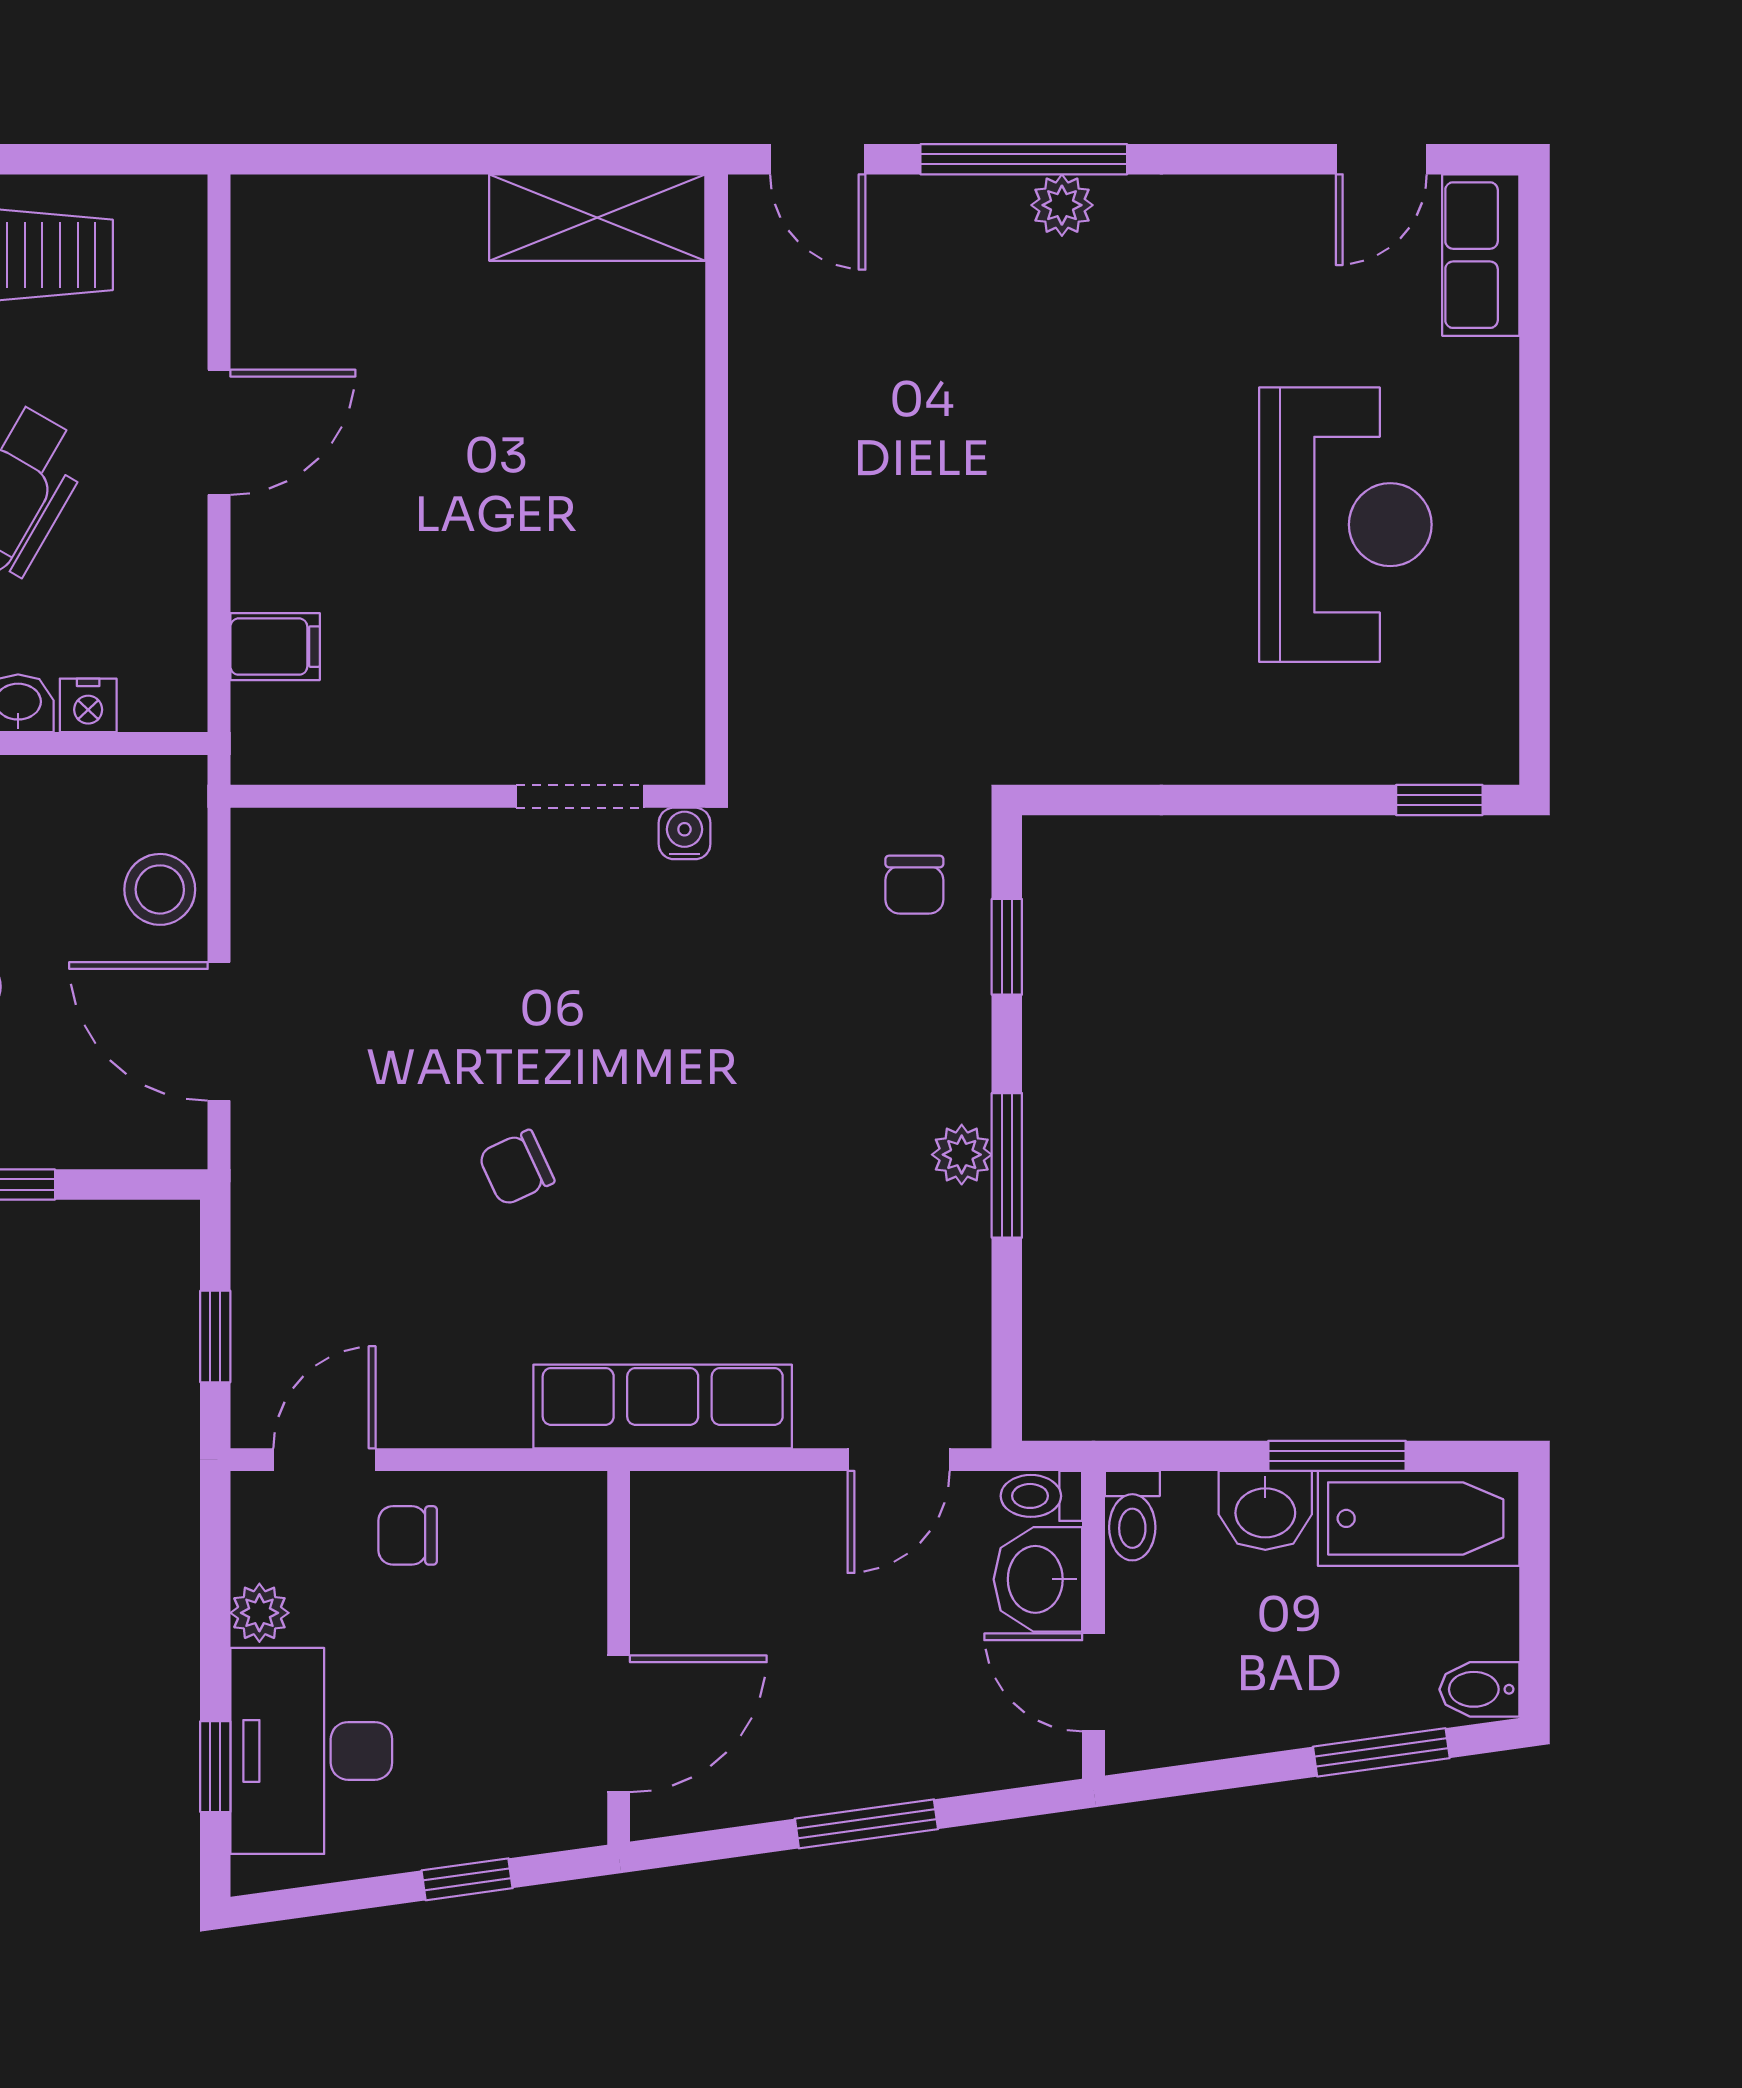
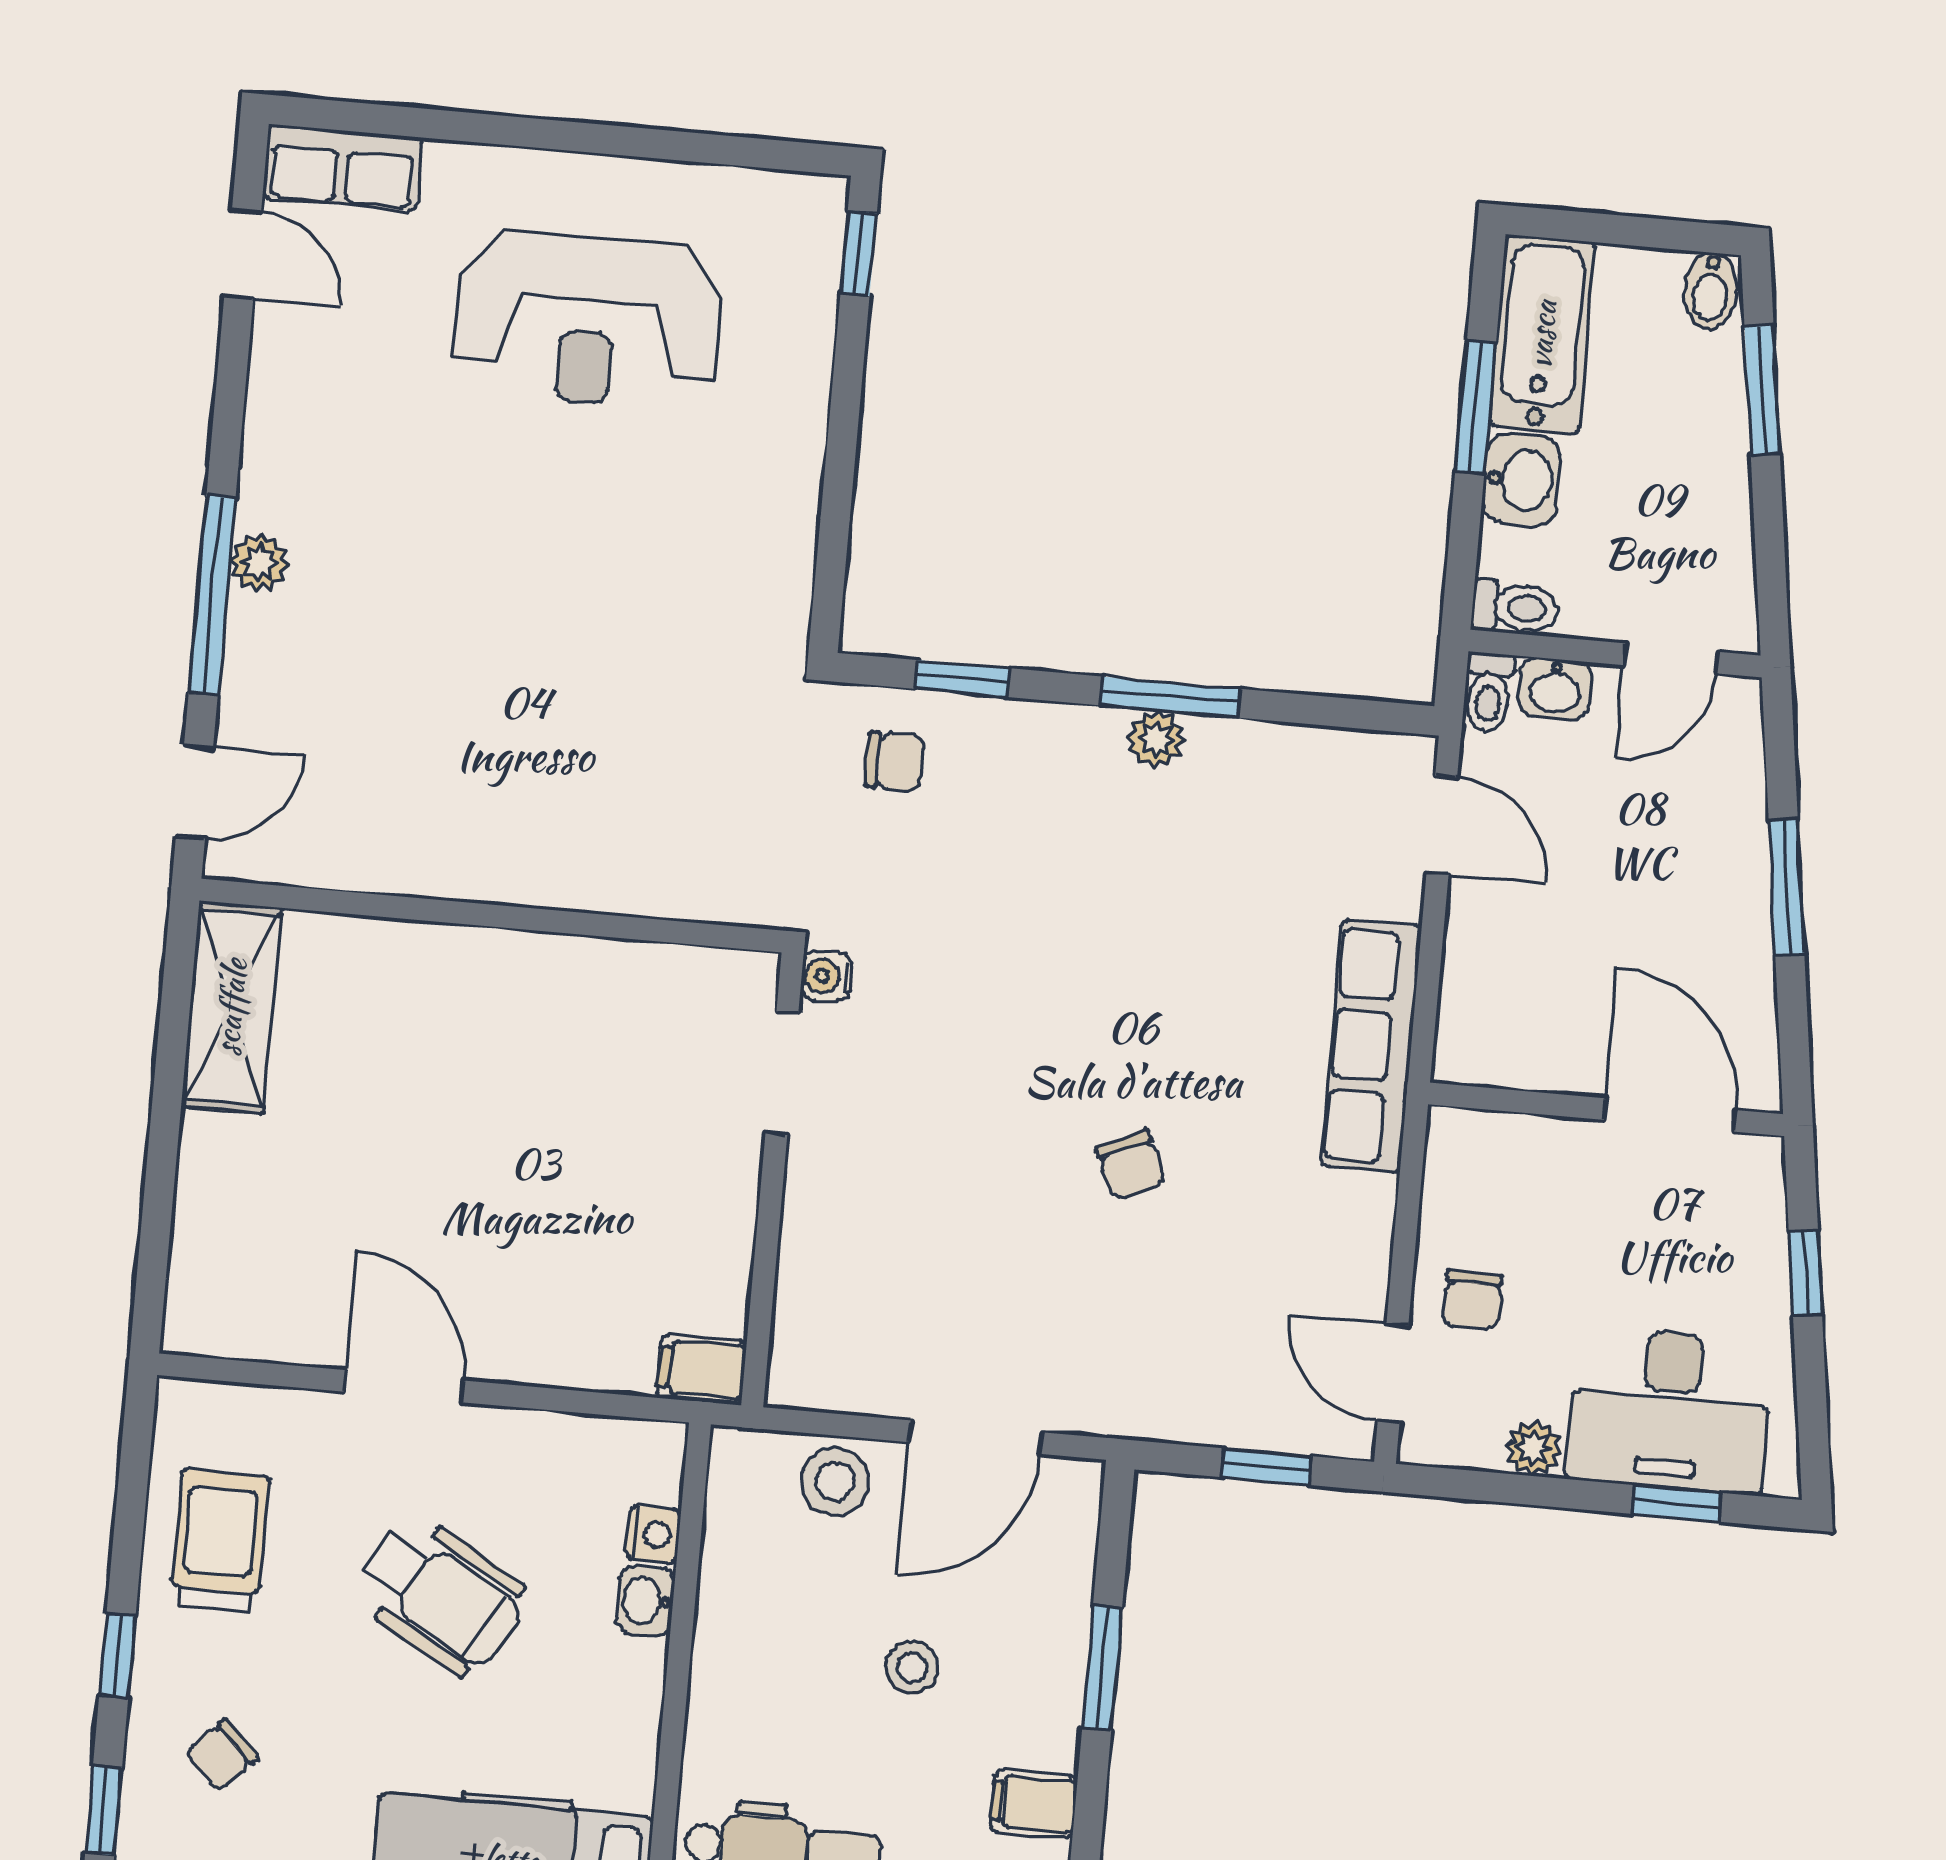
reception desk: (1345, 525) -> (588, 320), turned 180
filing cabinet: (275, 647) -> (702, 1370), moved, turned -90
washbasin: (1038, 1579) -> (1555, 688), width x0.72, depth x0.69

